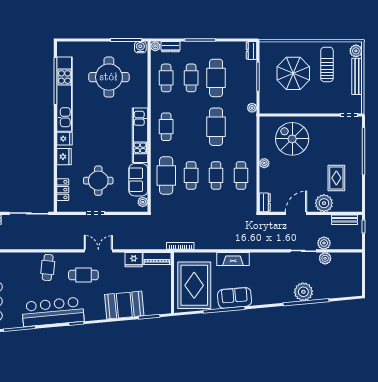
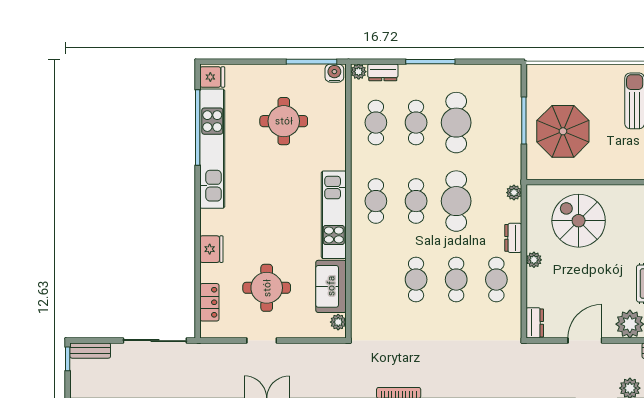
dresser: (251, 51) -> (513, 238), moved
parasol: (293, 73) -> (563, 131), moved
round table: (109, 77) -> (284, 121), width x0.73, depth x0.73
plant: (252, 108) -> (514, 193), moved
fridge: (64, 139) -> (212, 77), moved
cafe table: (166, 175) -> (416, 201), moved, width x0.73, depth x0.74

